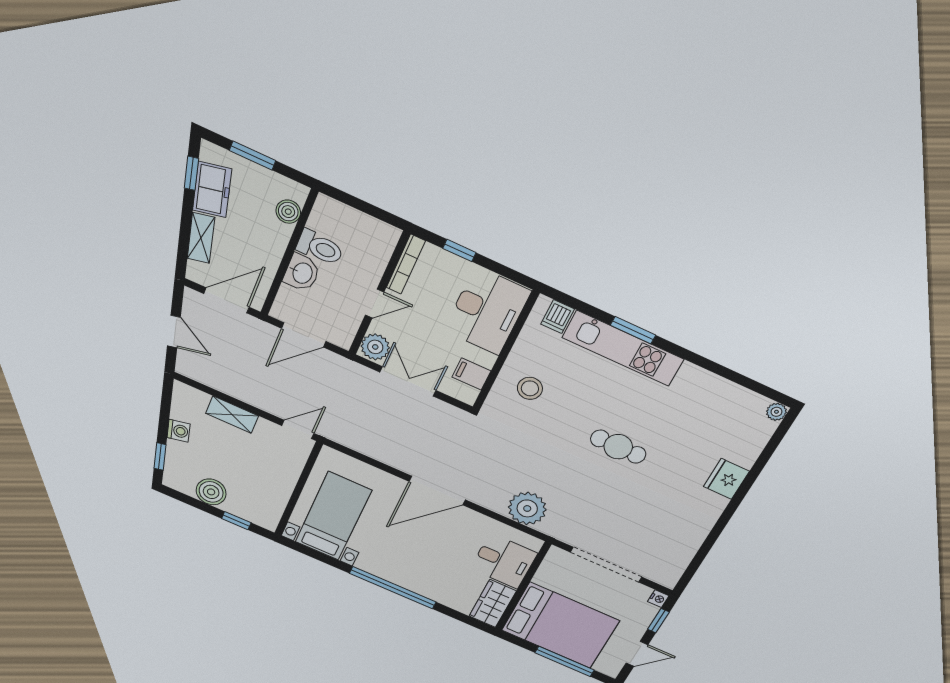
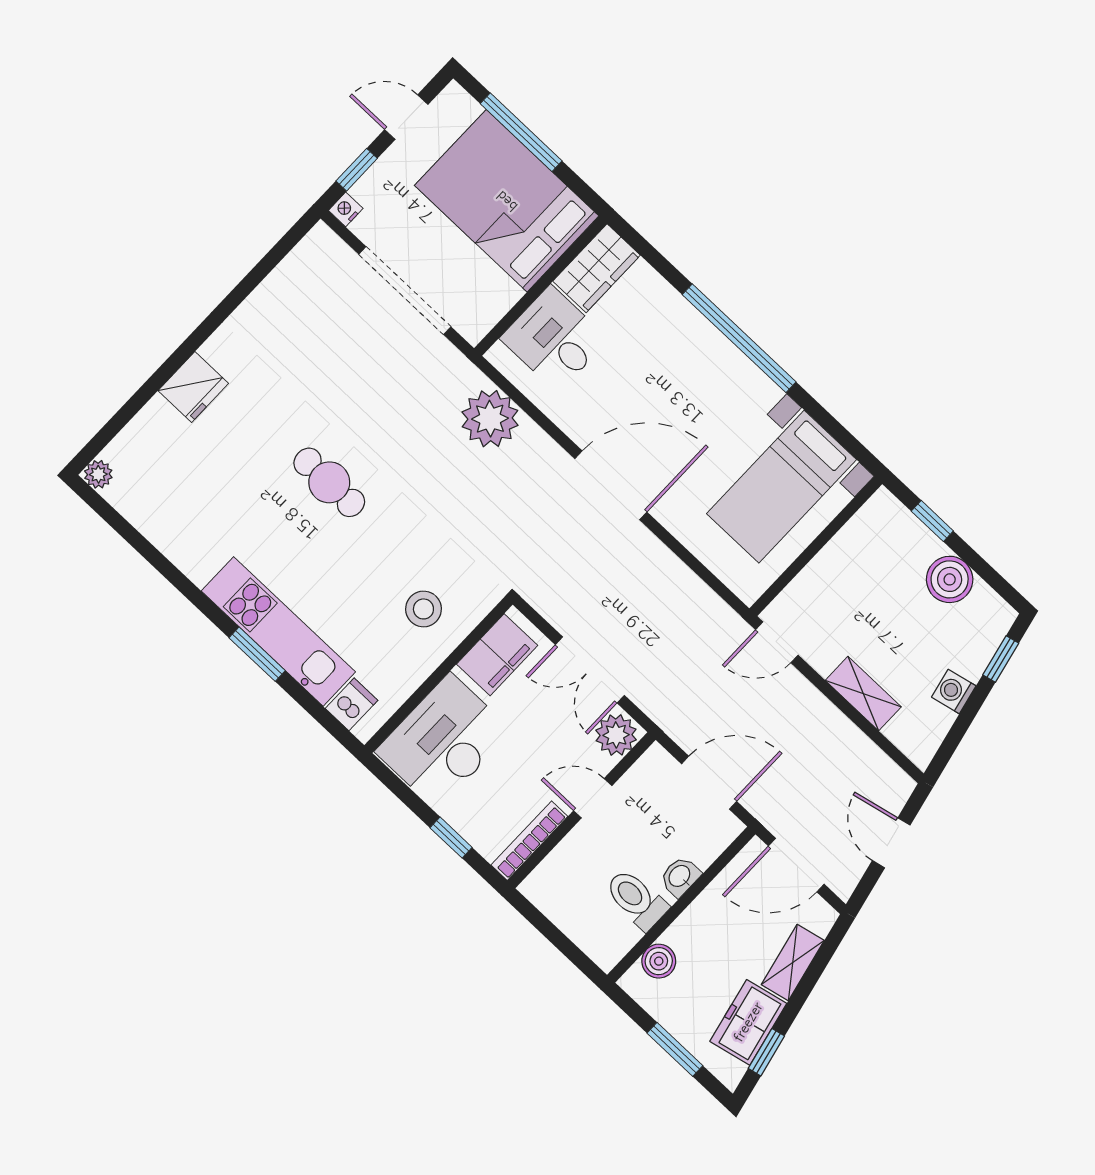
washbasin: (302, 273) -> (680, 877), width x0.72, depth x0.69
filing cabinet: (471, 374) -> (497, 655), width x2.00

